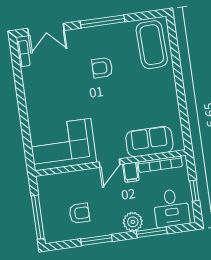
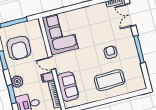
coffee table: (152, 45) -> (109, 80), moved
armchair: (79, 213) -> (19, 48), width x1.88, depth x1.88

